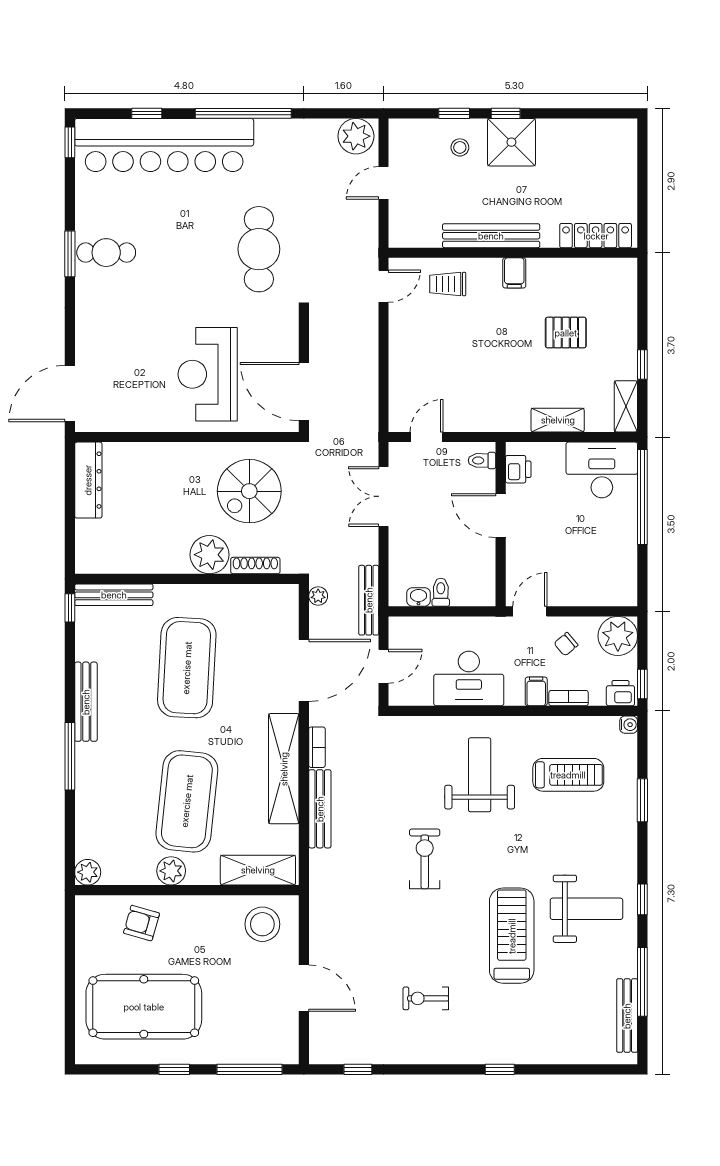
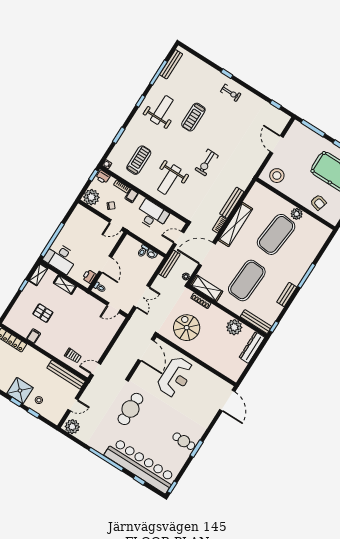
bench: (491, 236) -> (66, 375), moved
filing cabinet: (514, 273) -> (34, 336), moved
door: (70, 394) -> (227, 401), hinge flipped
dresser: (88, 480) -> (252, 347), moved
spiral stairs: (249, 491) -> (187, 328), turned -90
plant: (209, 555) -> (234, 327), moved
bench: (86, 702) -> (287, 294), width x0.73
treadmill: (568, 775) -> (139, 160), turned 90
shelving: (258, 870) -> (207, 288), moved
plant: (88, 872) -> (326, 232), removed
weight bench: (587, 909) -> (162, 110), turned 90
treadmill: (512, 936) -> (193, 117), width x0.73, depth x0.73
exercise bike: (426, 998) -> (231, 93), moved

